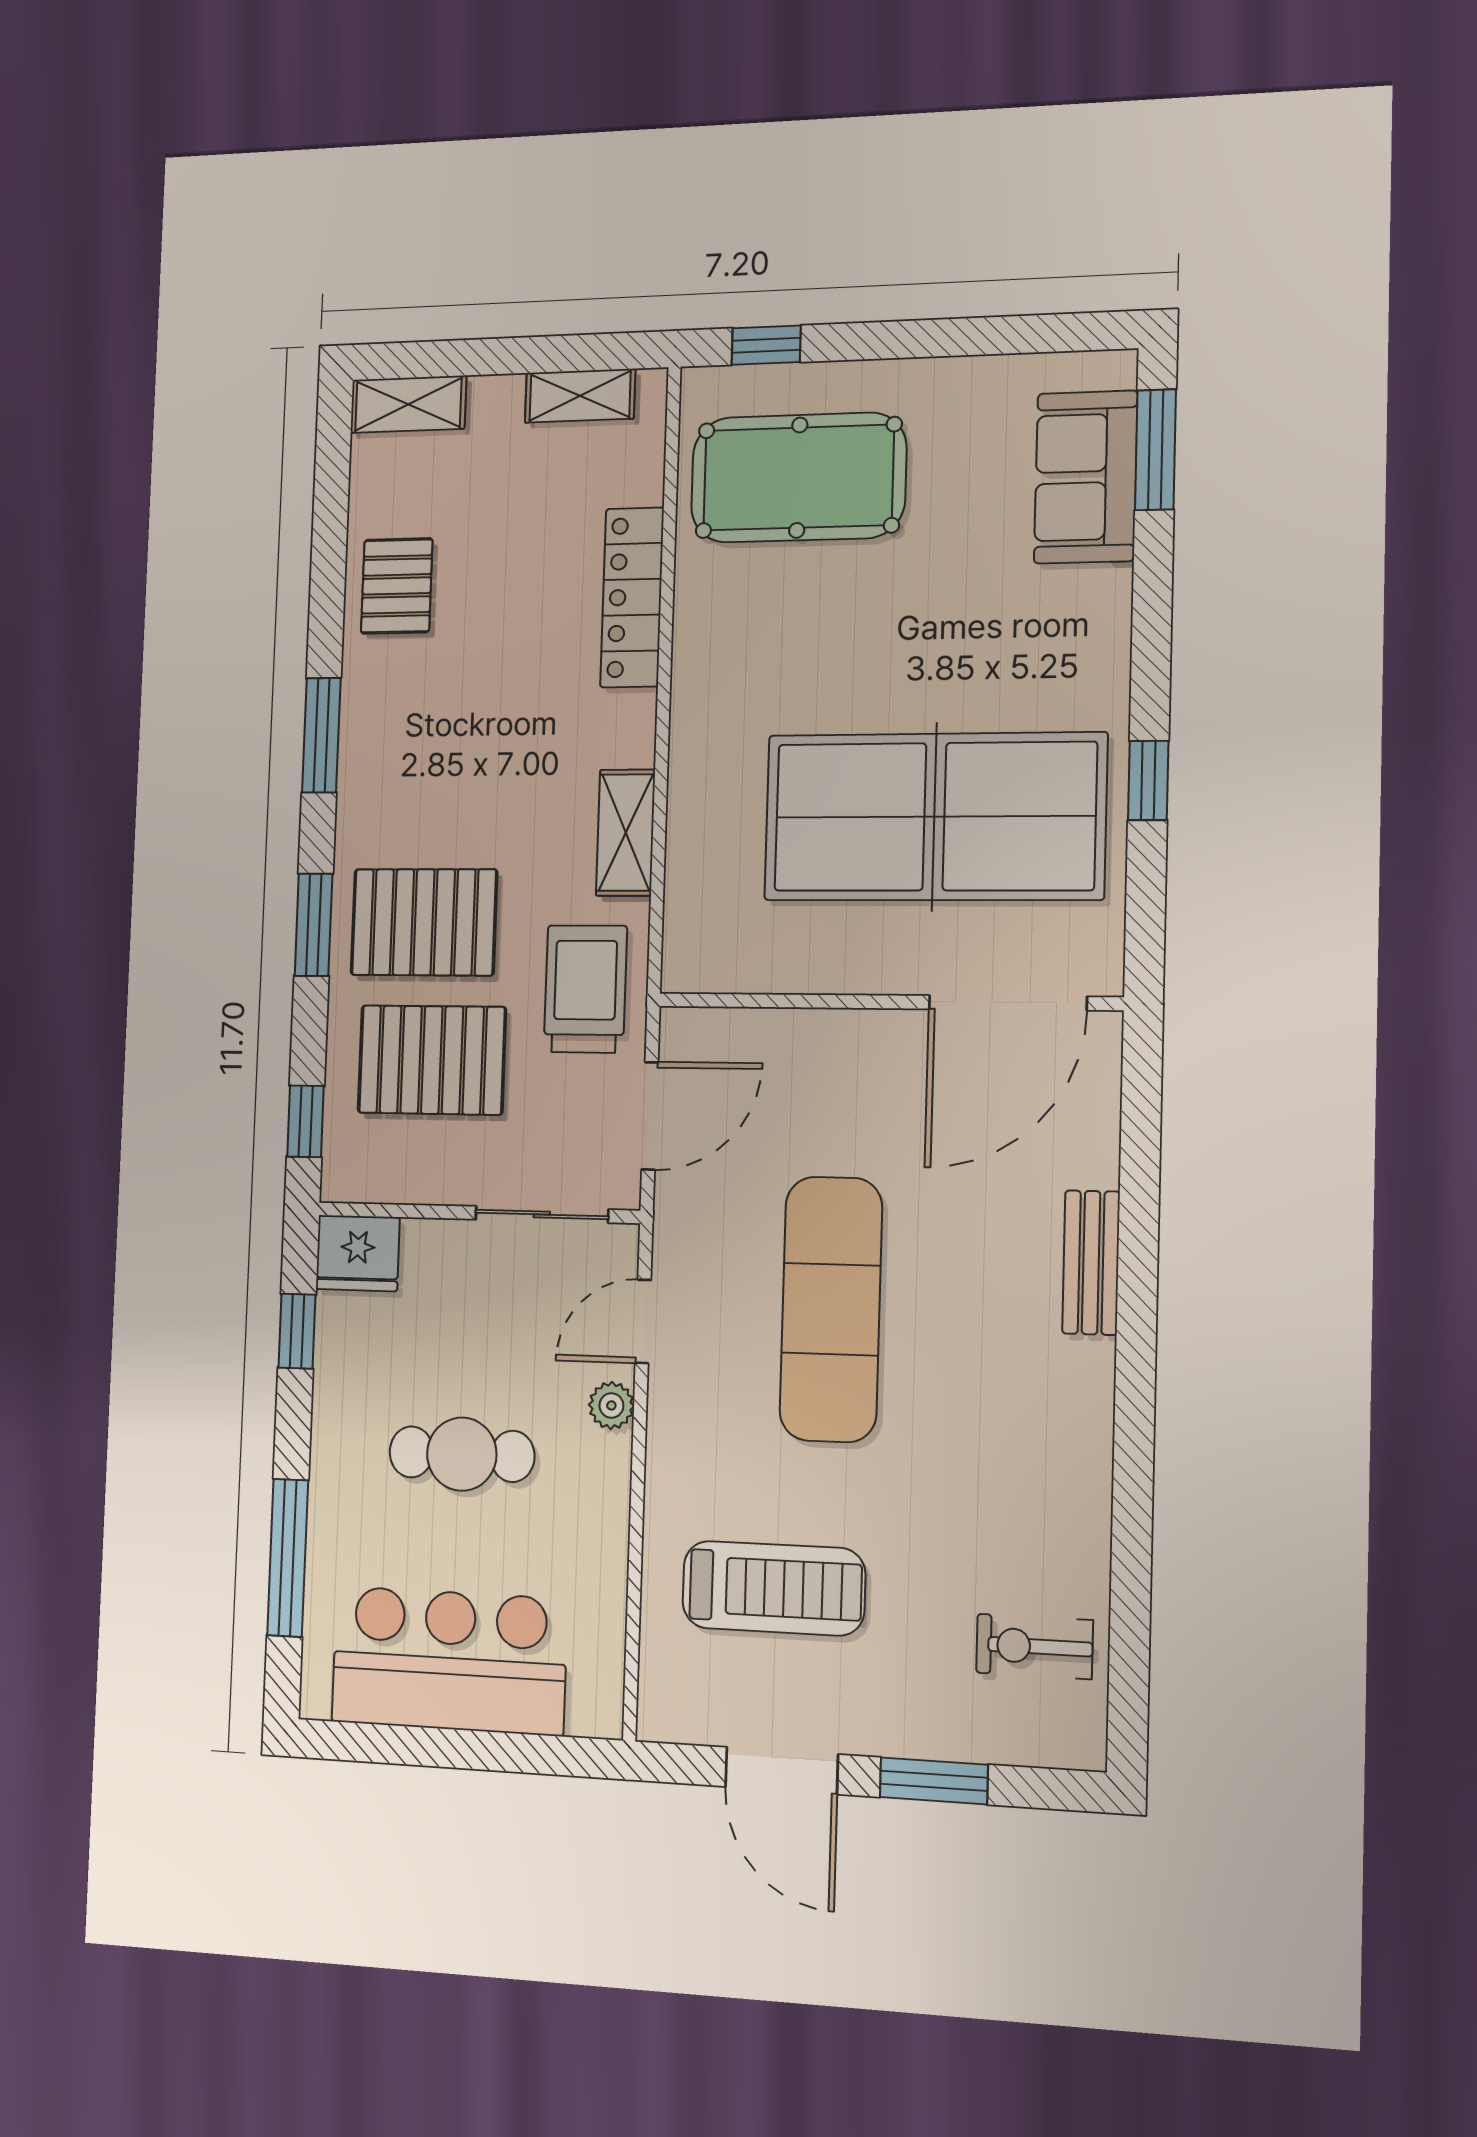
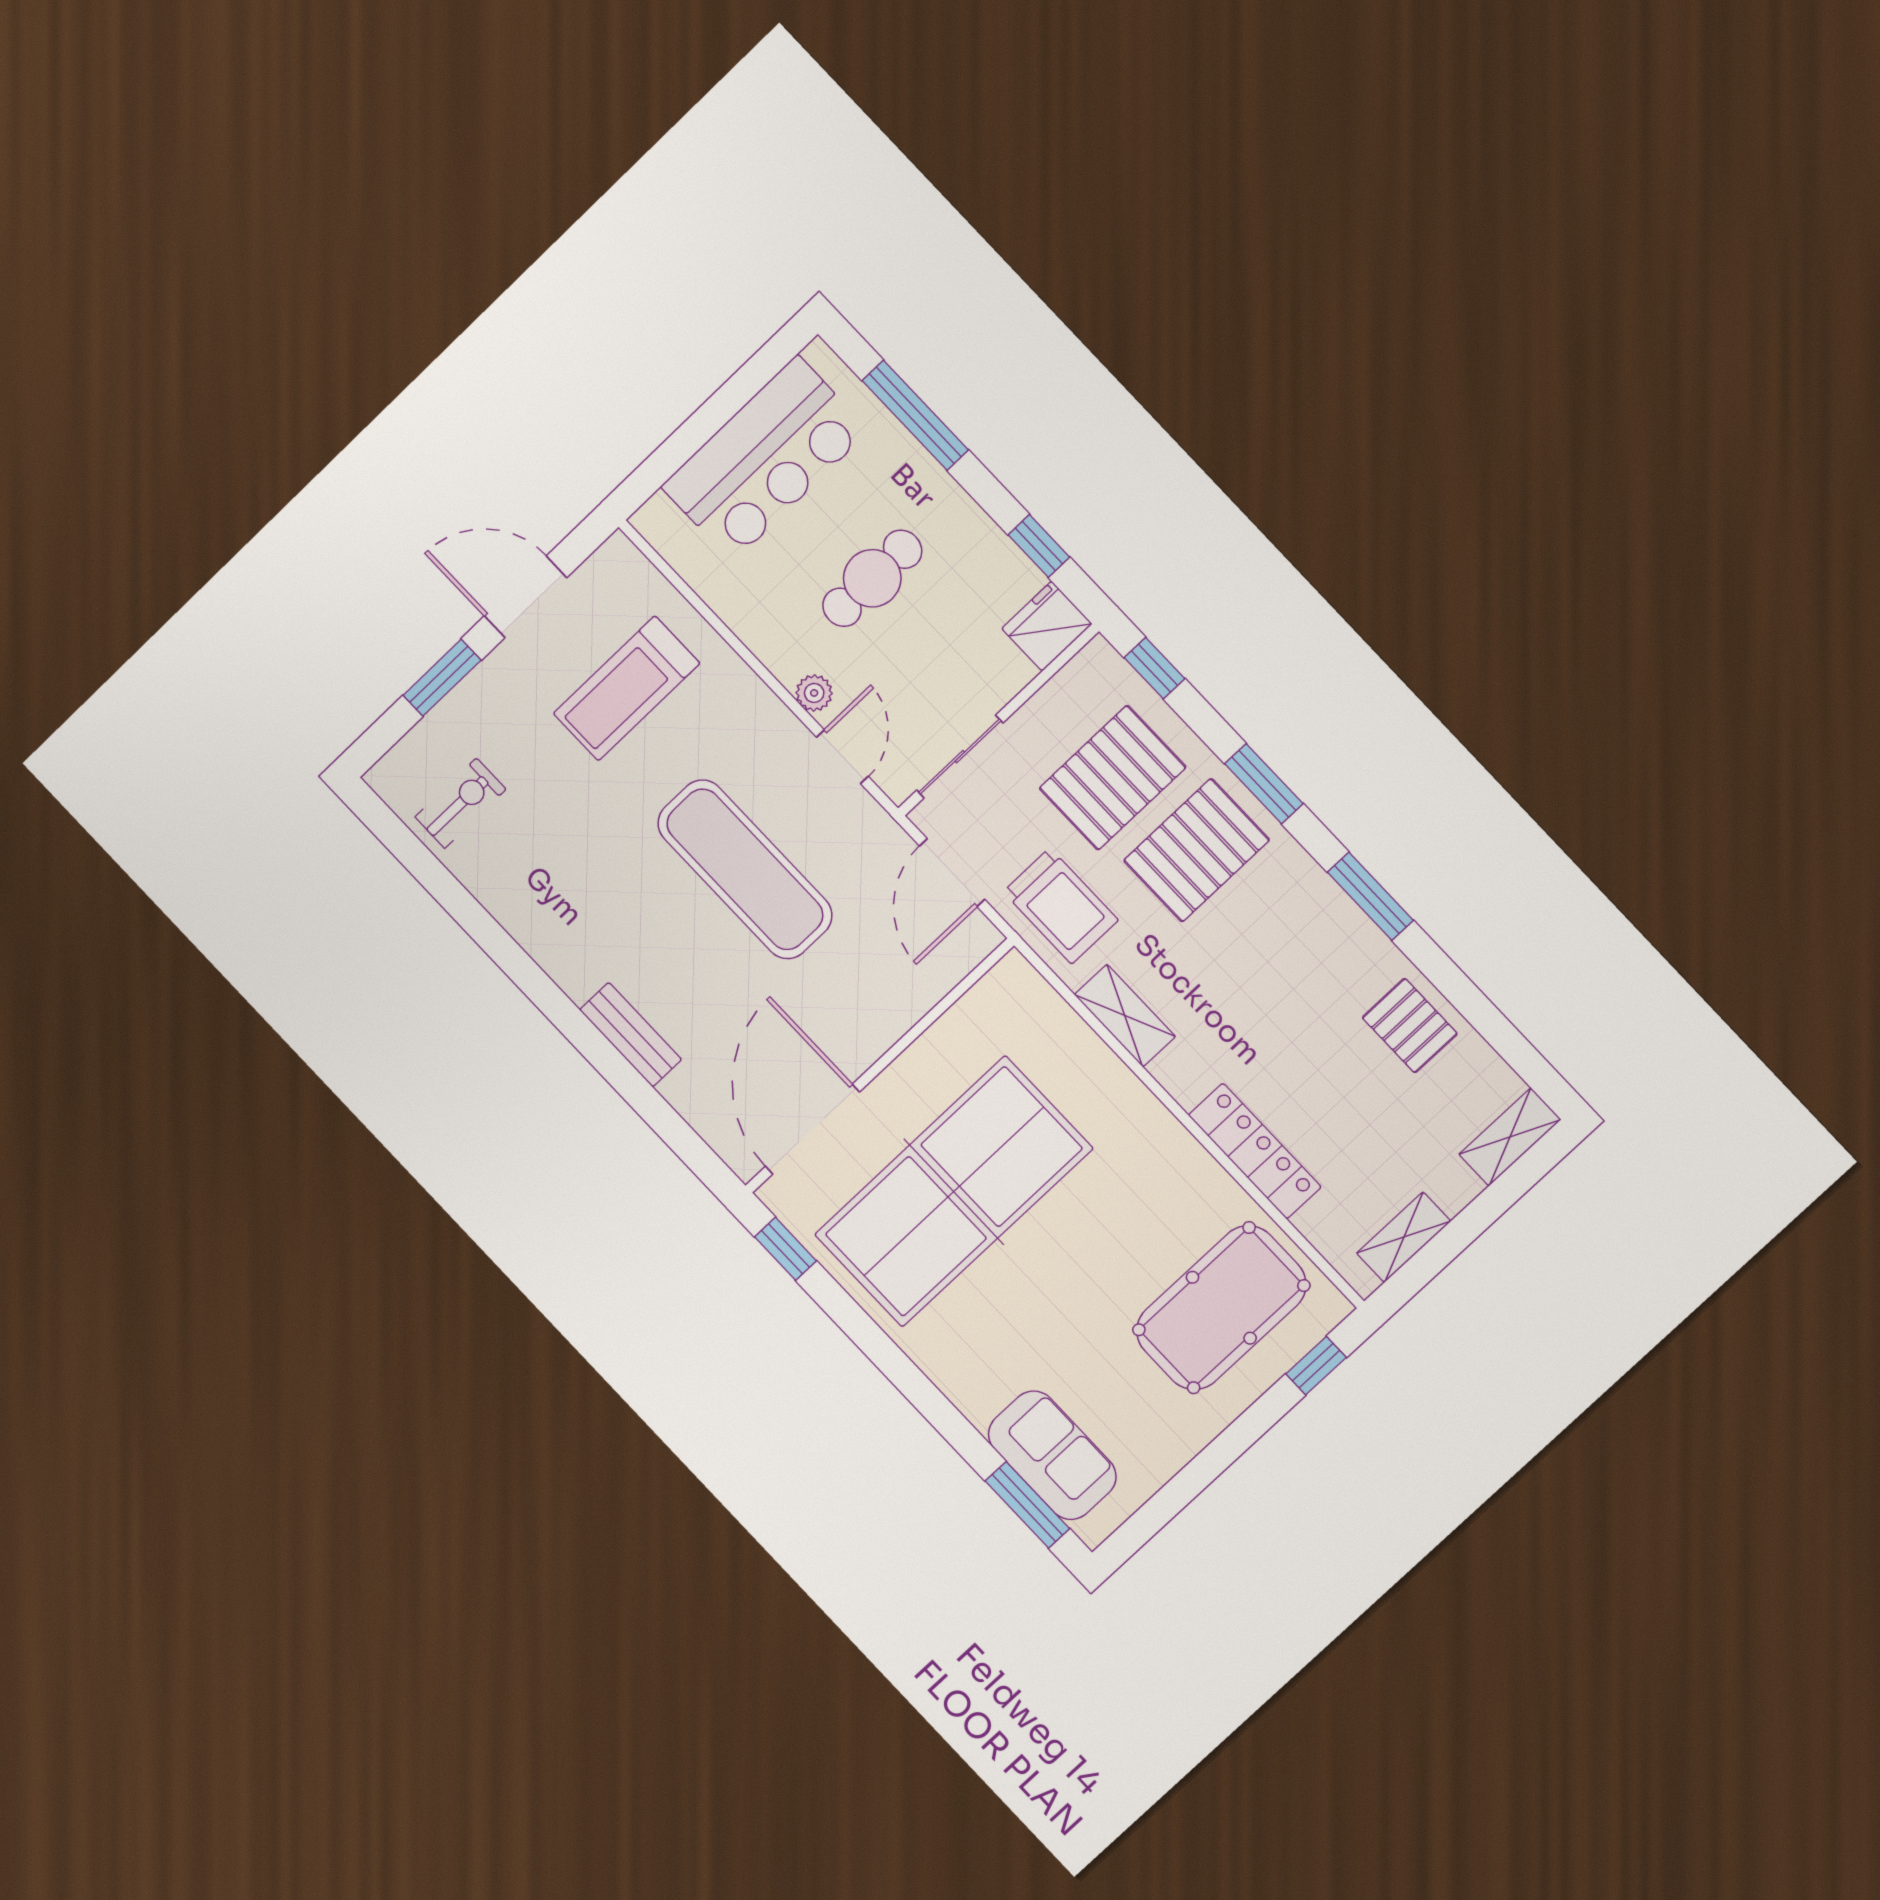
window: (1148, 781) -> (785, 1249), moved

